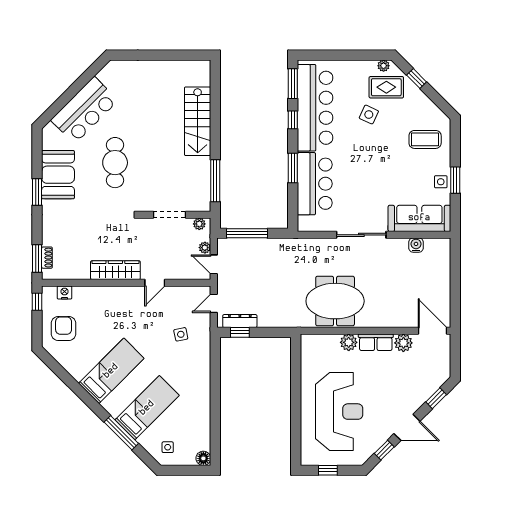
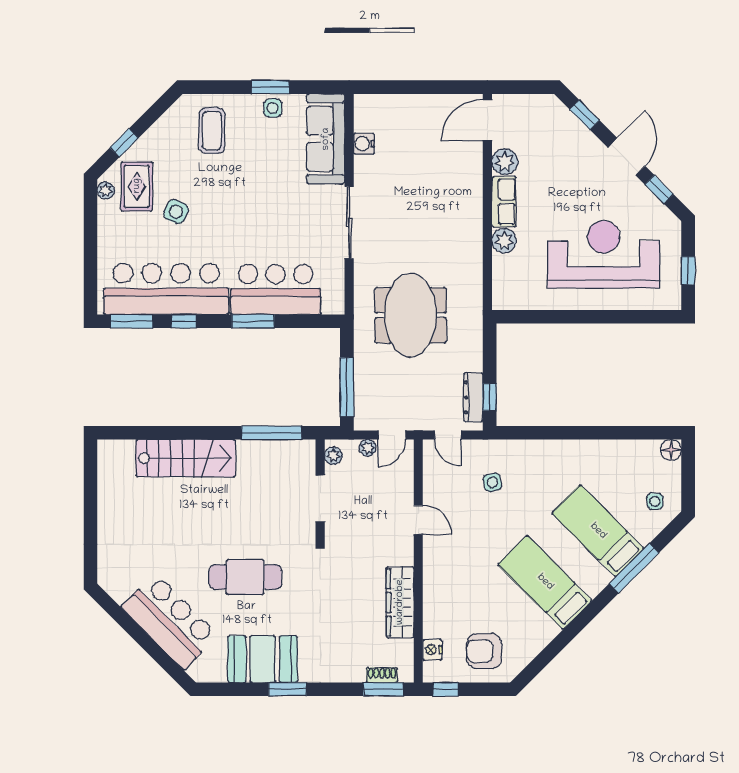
wardrobe: (115, 270) -> (400, 602), moved
meeting table: (335, 301) -> (411, 315), moved

